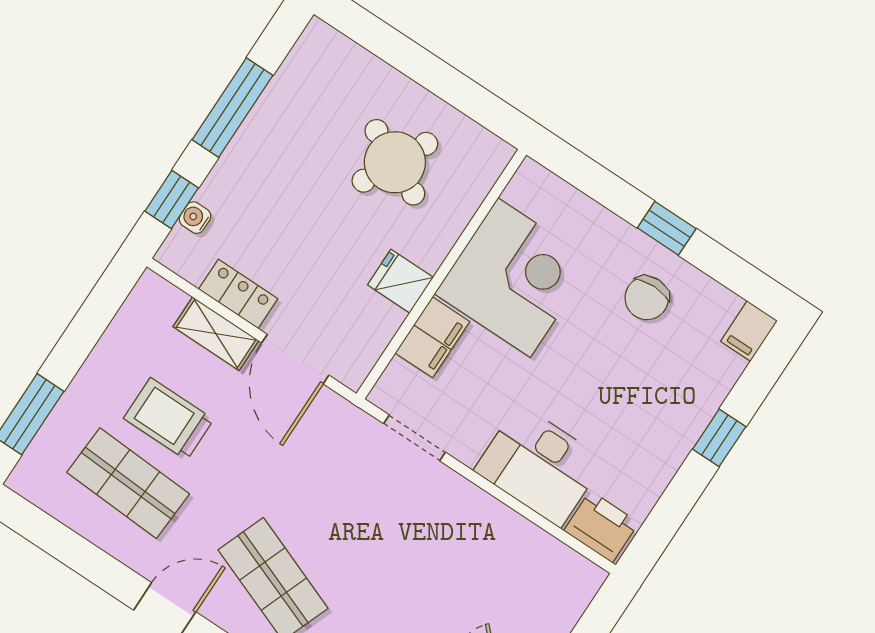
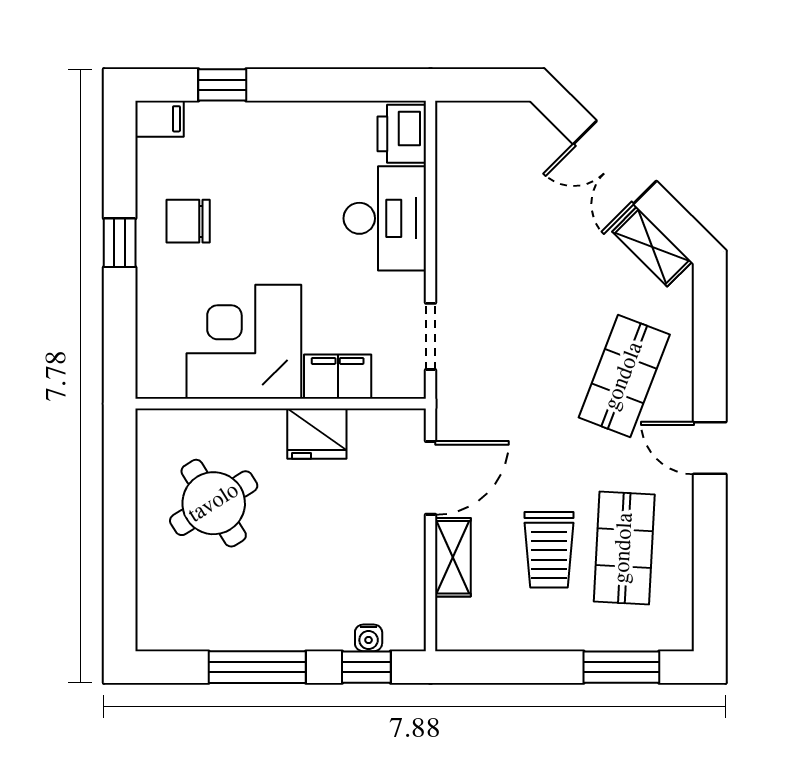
round table: (395, 162) -> (214, 503), turned 32
fridge: (400, 281) -> (317, 434), width x1.38
locker: (238, 294) -> (408, 561), removed
chair: (647, 298) -> (188, 221), turned 180
window: (719, 438) -> (222, 85), moved

